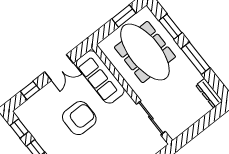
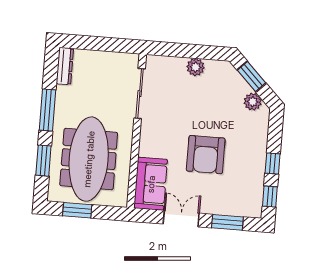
sofa: (100, 77) -> (151, 184), width x0.73
window: (30, 90) -> (227, 222), width x1.50
armchair: (79, 118) -> (206, 155), turned -90

